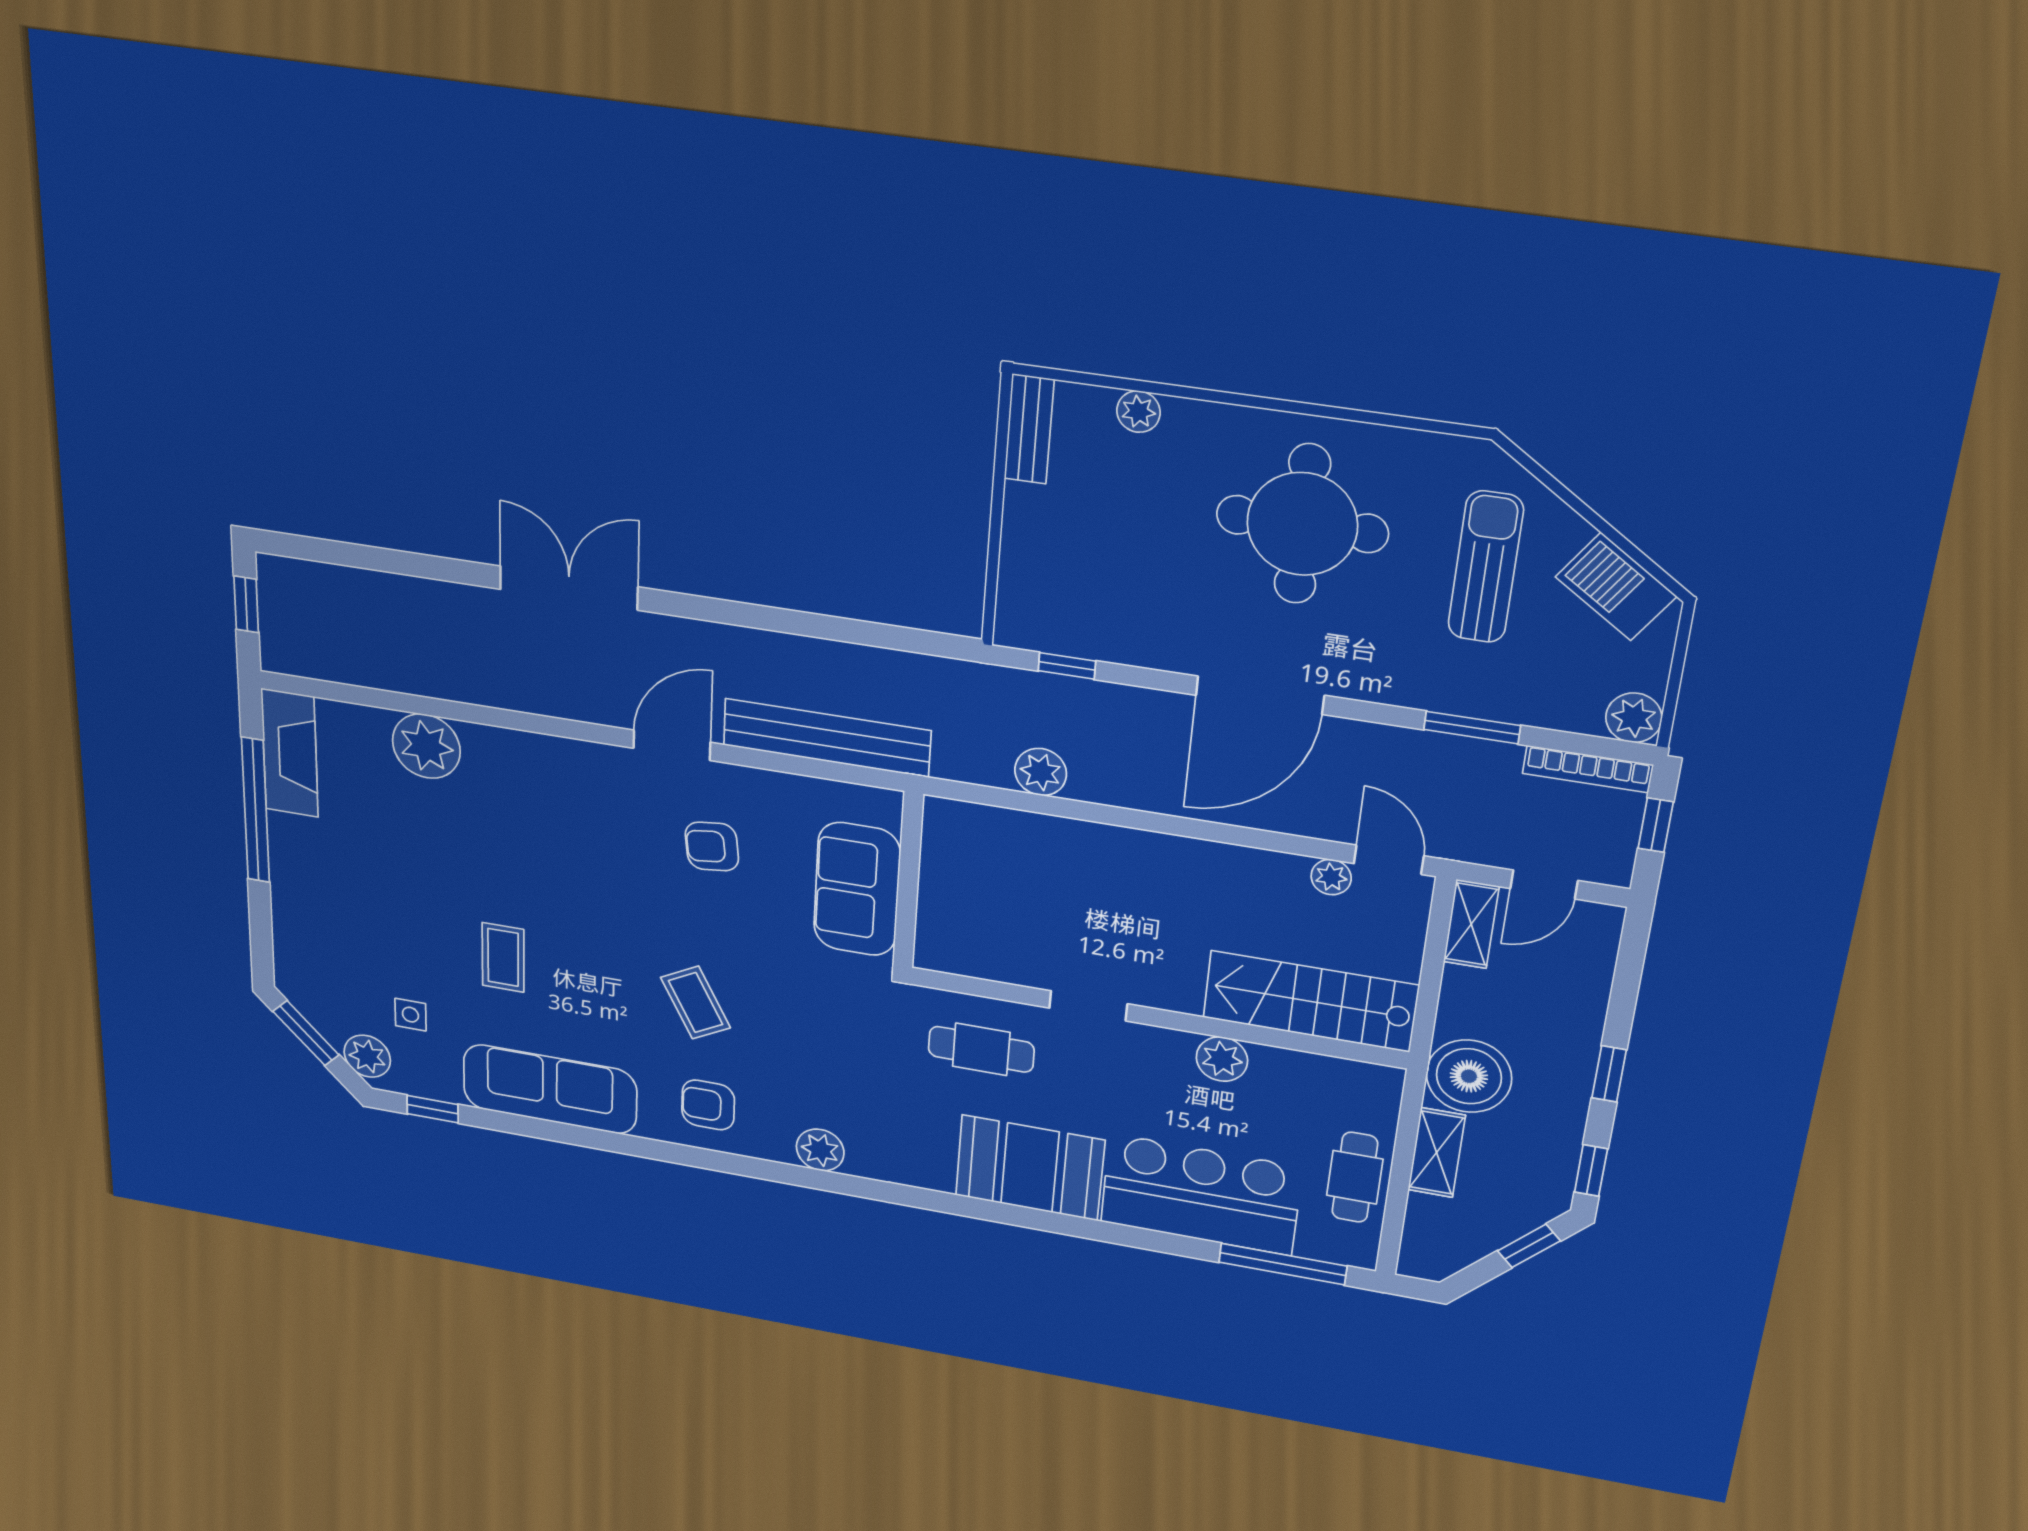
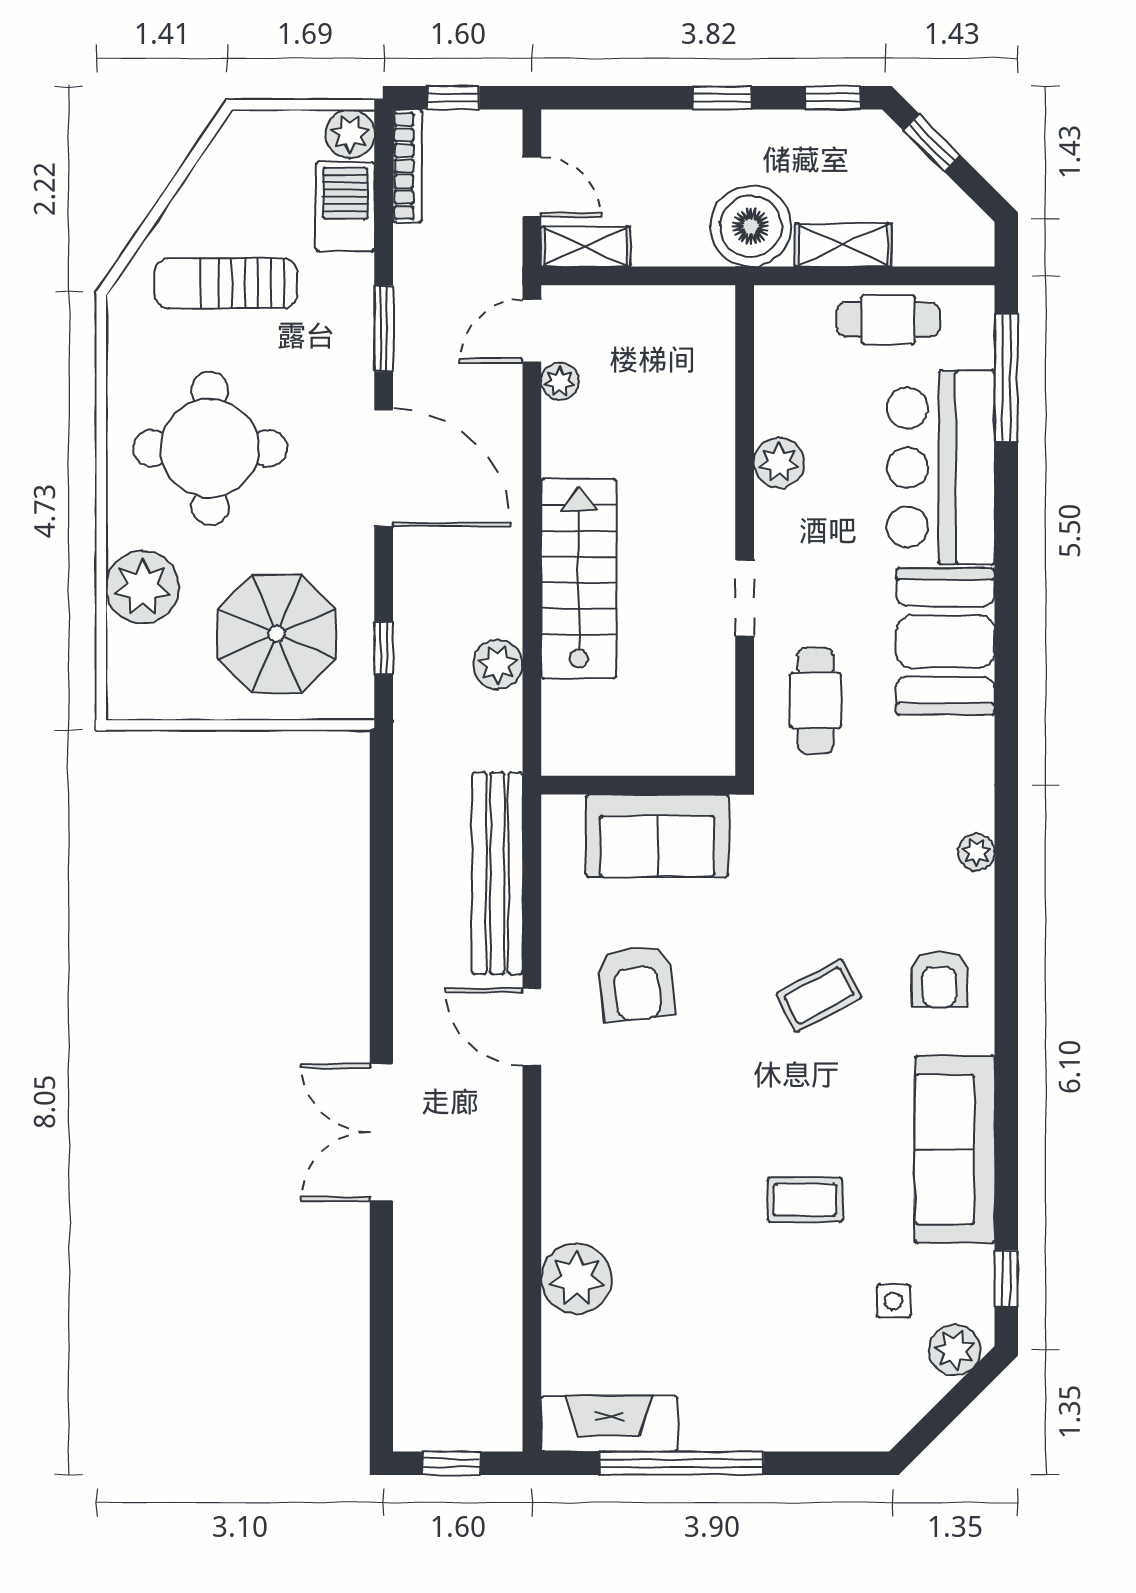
plant: (1138, 412) -> (142, 587), width x1.88, depth x1.88
bench: (1029, 429) -> (156, 701), removed
parasol: (1092, 563) -> (277, 634), added
barbecue: (1616, 587) -> (345, 207), moved, turned 146
window: (1472, 728) -> (384, 328), moved
armchair: (712, 846) -> (636, 983), width x1.38, depth x1.38
stairs: (1310, 1001) -> (579, 579), moved, turned 180
window: (306, 1033) -> (939, 1418), removed
plant: (820, 1150) -> (976, 852), width x0.73, depth x0.73

